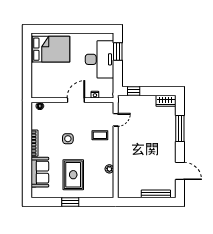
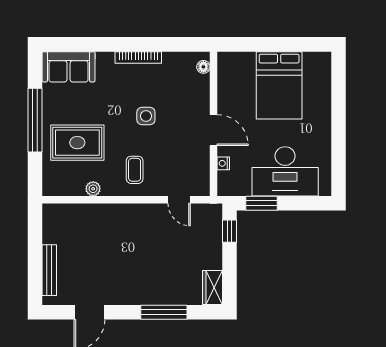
bed: (50, 49) -> (279, 85), moved
window: (118, 52) -> (262, 203), moved
coffee table: (100, 135) -> (135, 170), moved
sofa: (40, 172) -> (69, 67), moved
rug: (73, 175) -> (77, 143), moved
window: (70, 202) -> (35, 120), width x2.11

